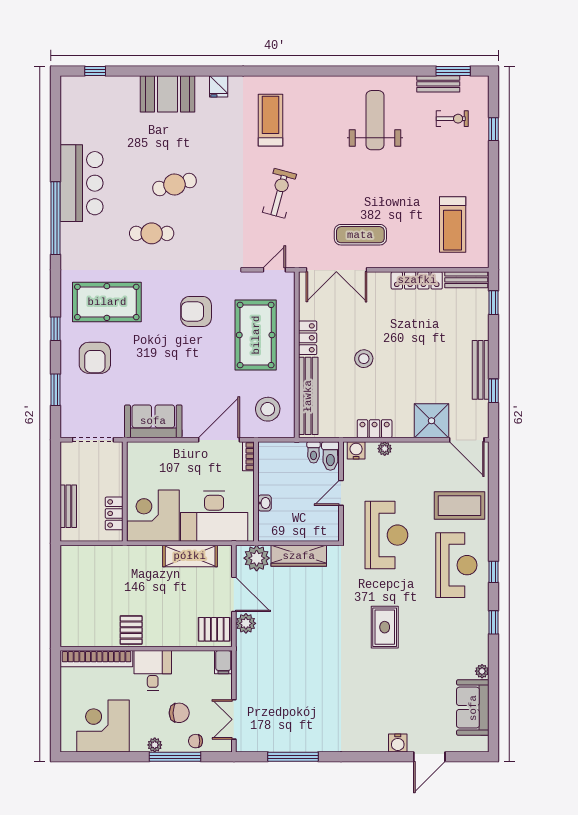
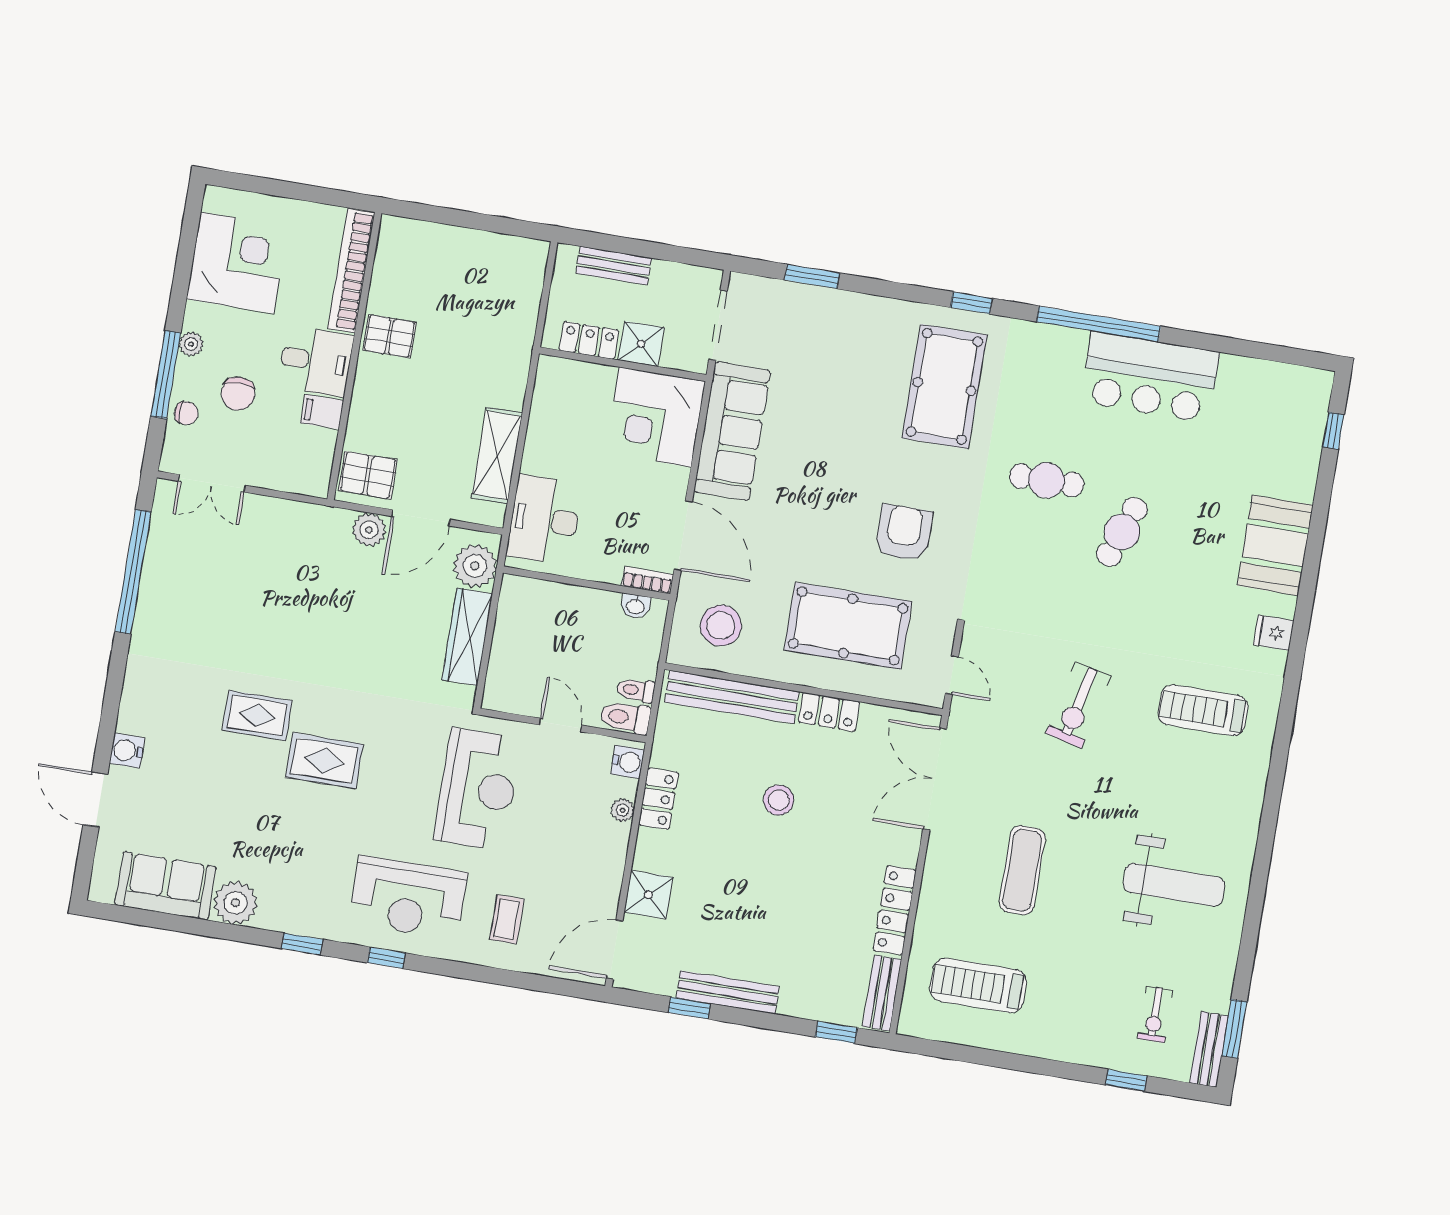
bench: (438, 84) -> (1209, 1049), moved
treadmill: (271, 120) -> (1203, 710), turned 180
cafe table: (174, 184) -> (1122, 532), turned 35
exercise bike: (279, 193) -> (1078, 705), turned 88
cafe table: (152, 233) -> (1047, 480), turned 90
exercise mat: (360, 235) -> (1022, 870), moved
window: (56, 329) -> (971, 303), moved
armchair: (95, 358) -> (854, 351), removed
sofa: (153, 421) -> (732, 431), width x1.36
shower: (432, 421) -> (648, 895), width x0.73, depth x0.73
shower: (111, 483) -> (641, 344), added
washbasin: (265, 503) -> (635, 606), moved
coffee table: (459, 506) -> (507, 919), width x0.54, depth x0.58
corner desk: (153, 516) -> (655, 417), moved, turned 180
desk: (214, 516) -> (544, 520), width x0.73, depth x0.77
reception desk: (386, 535) -> (478, 789), turned -90
pallet: (214, 629) -> (368, 475), turned 90
filing cabinet: (223, 662) -> (322, 412), moved
rug: (365, 671) -> (257, 716), added
plant: (482, 671) -> (235, 903), width x1.88, depth x1.88
double door: (234, 719) -> (212, 483), swing flipped
chair: (196, 741) -> (186, 413), turned 90
window: (293, 757) -> (133, 572), width x1.46

